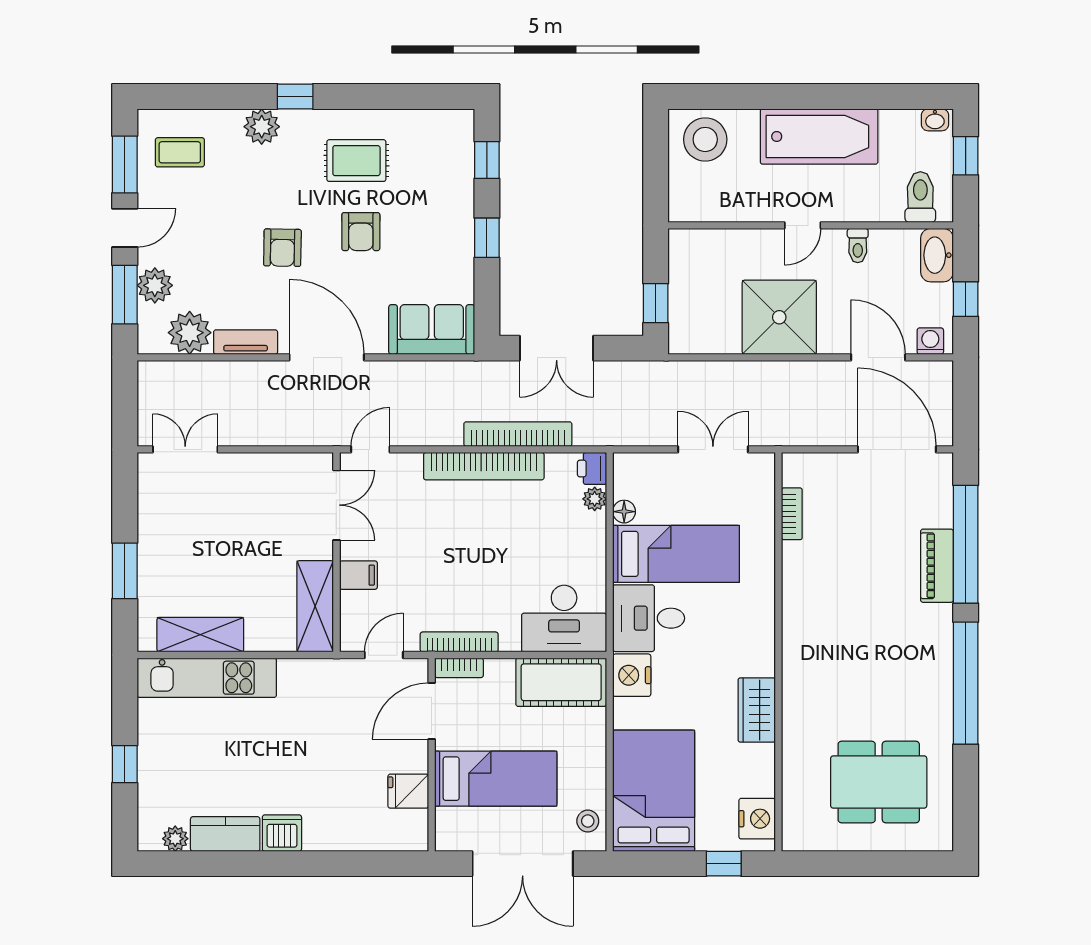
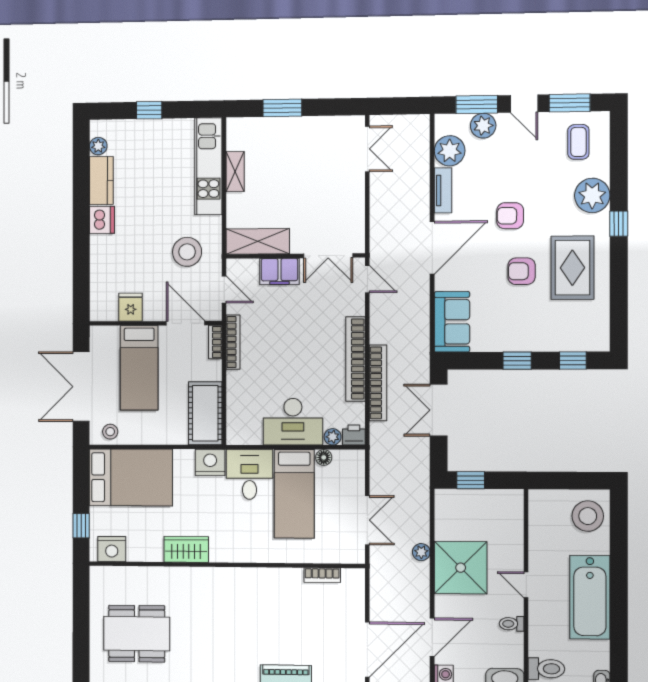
plant: (262, 127) -> (592, 195), width x1.36, depth x1.36
rug: (356, 161) -> (572, 268), width x1.36, depth x1.43
plant: (758, 373) -> (421, 552), added
filing cabinet: (358, 575) -> (279, 271), width x2.00
desk: (564, 619) -> (293, 422), moved, turned -90
shelving: (200, 635) -> (235, 172), width x0.67, depth x0.75
stool: (329, 709) -> (187, 252), added
dining table: (879, 782) -> (137, 634), turned 90

